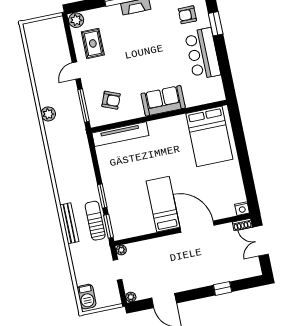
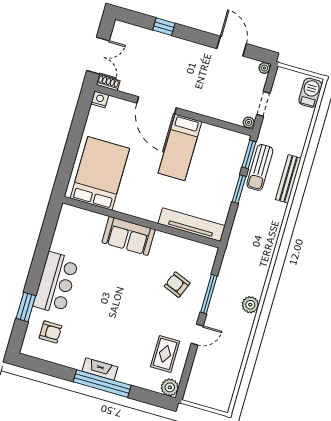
sofa: (163, 101) -> (129, 236), moved
wall: (159, 116) -> (141, 222), moved
tv unit: (120, 134) -> (192, 225), moved
bed: (209, 136) -> (100, 173), moved

